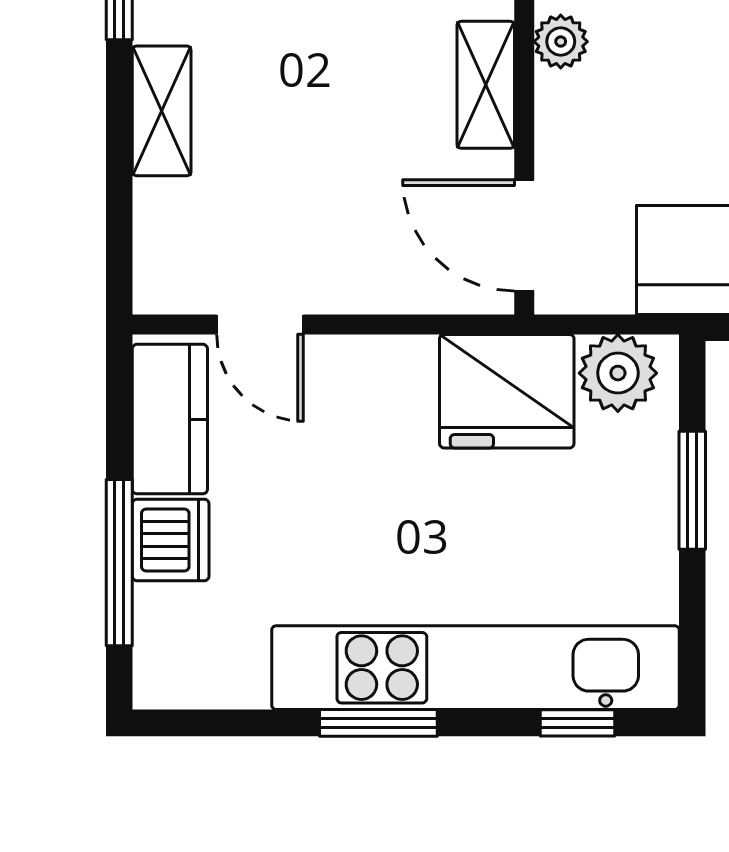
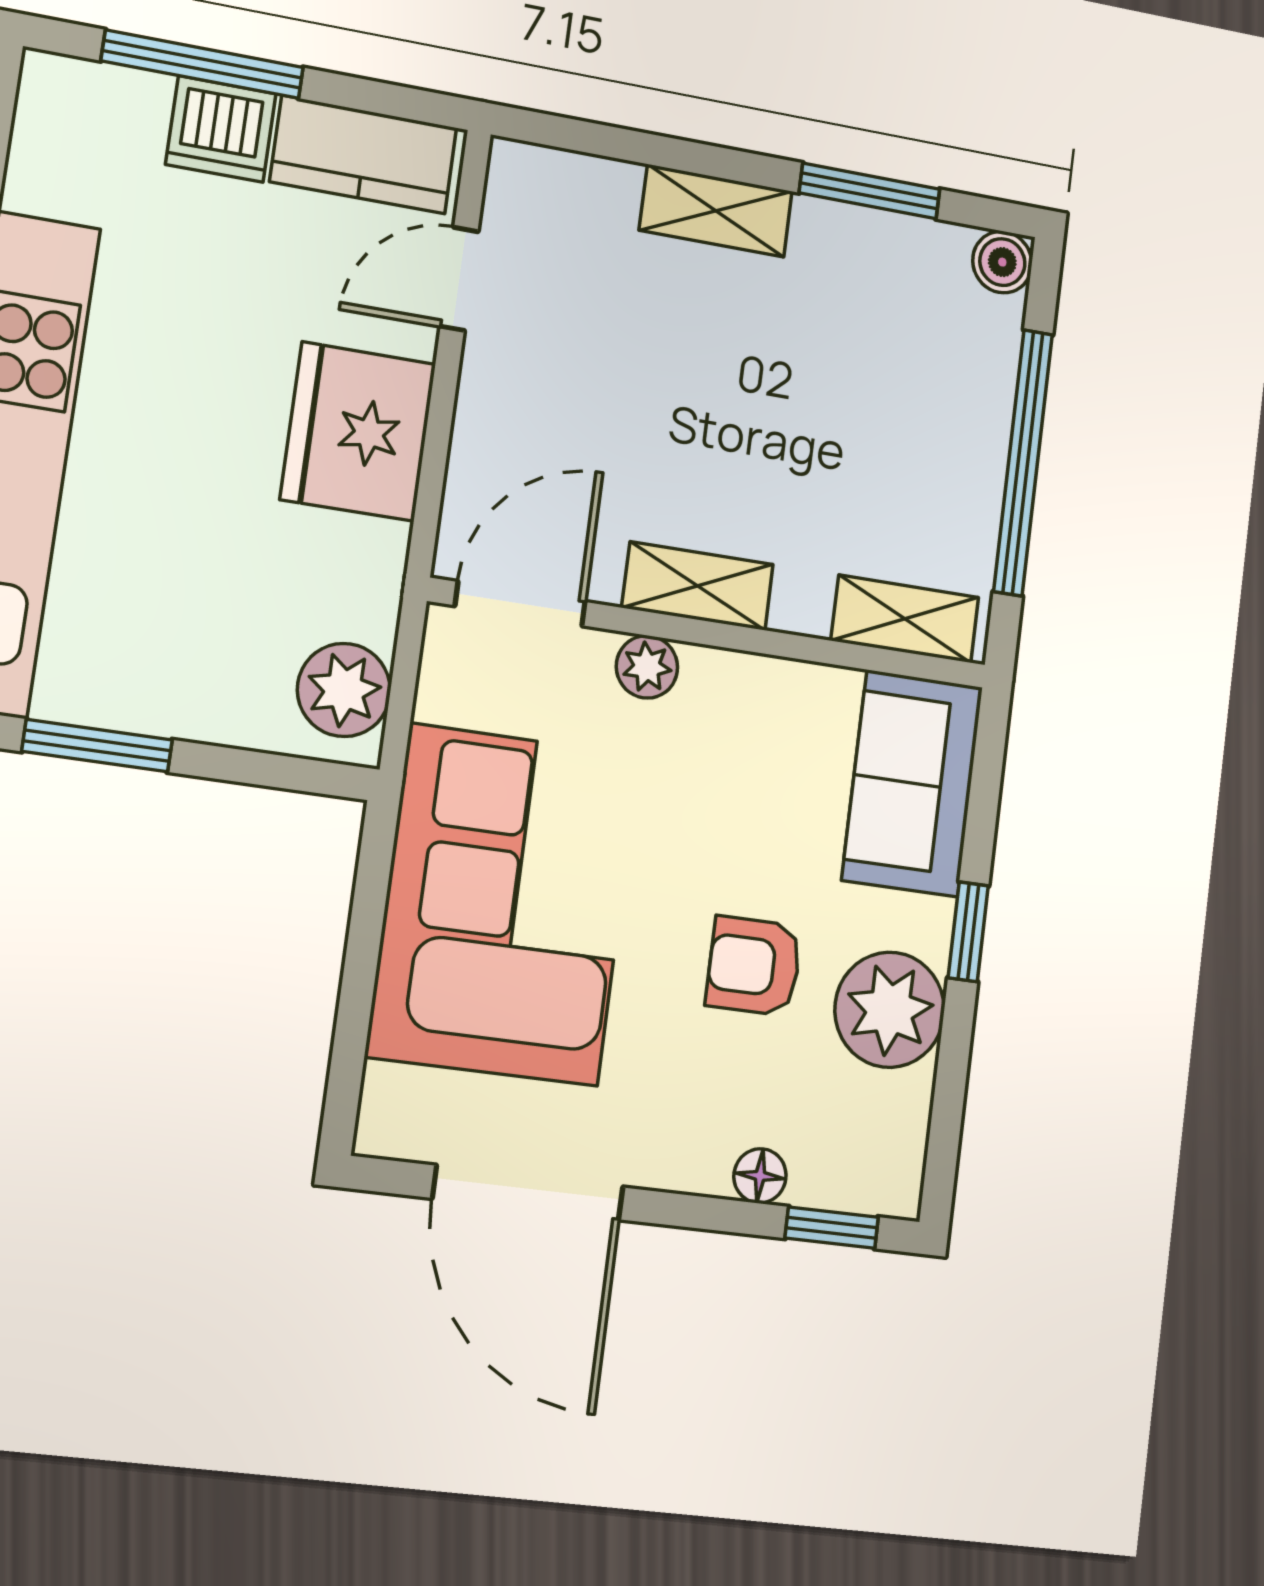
plant: (561, 42) -> (647, 667), moved
fridge: (507, 391) -> (358, 432), moved
window: (692, 490) -> (97, 746), moved

